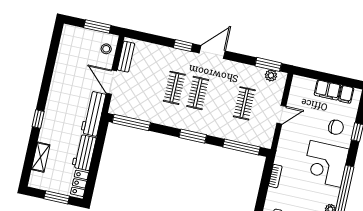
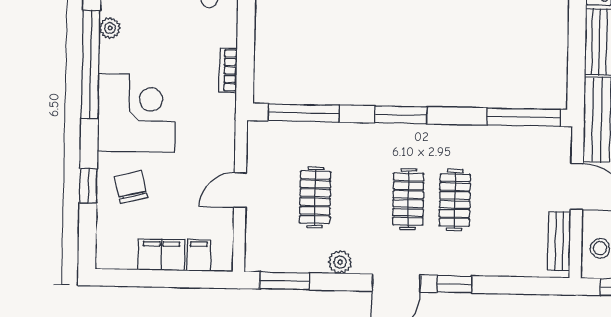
plant: (271, 75) -> (340, 262), moved
filing cabinet: (346, 94) -> (199, 255), moved
chair: (336, 127) -> (131, 187), turned 76

